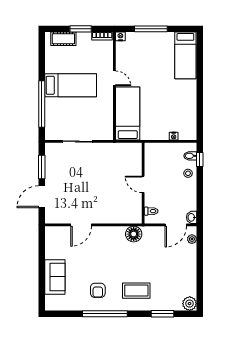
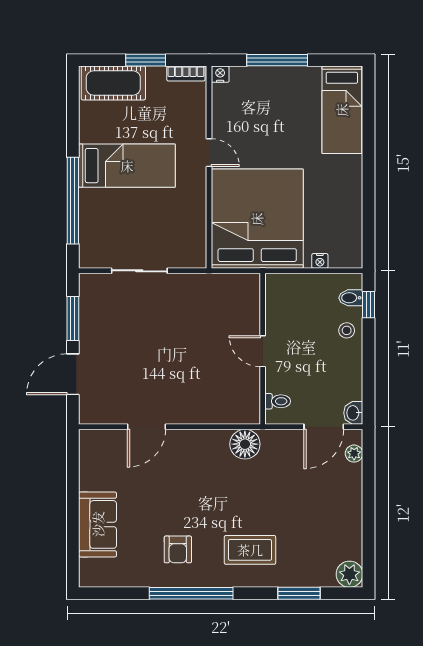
cot: (63, 39) -> (113, 83), width x1.37, depth x1.34
bed: (128, 114) -> (257, 219), width x2.04

